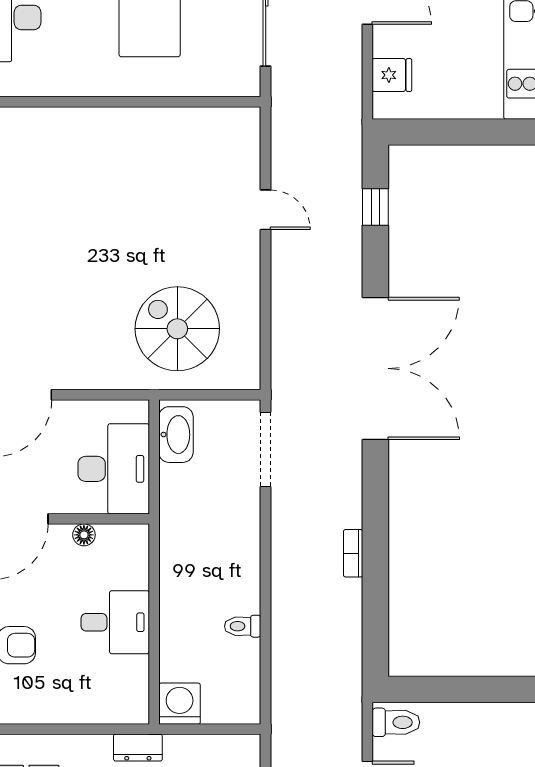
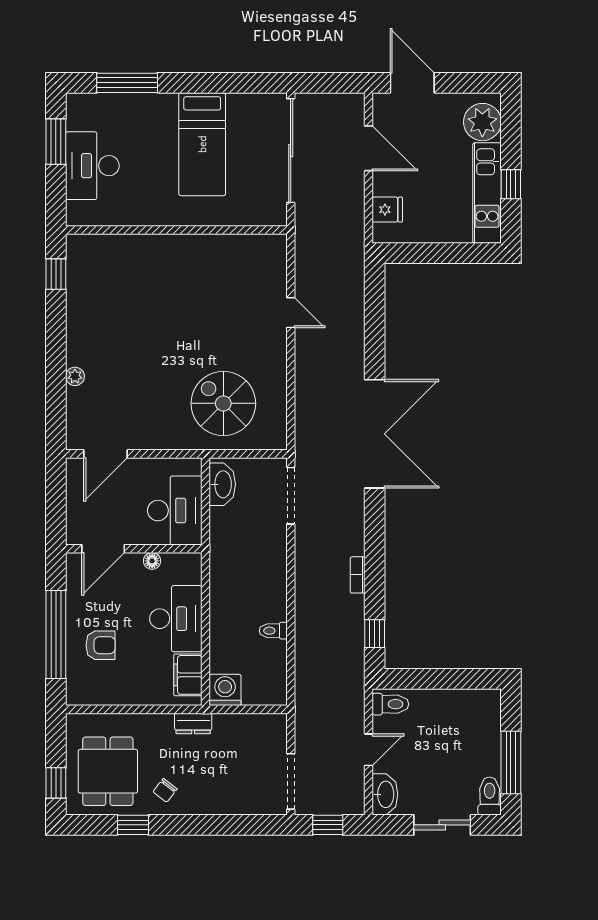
window: (375, 207) -> (375, 634), moved
desk: (115, 622) -> (176, 619), width x1.37
filing cabinet: (131, 684) -> (188, 675), added

